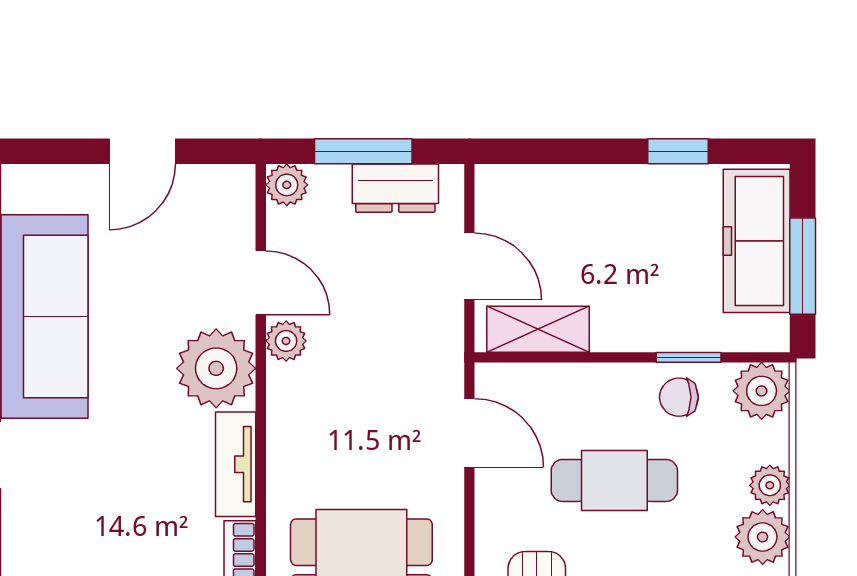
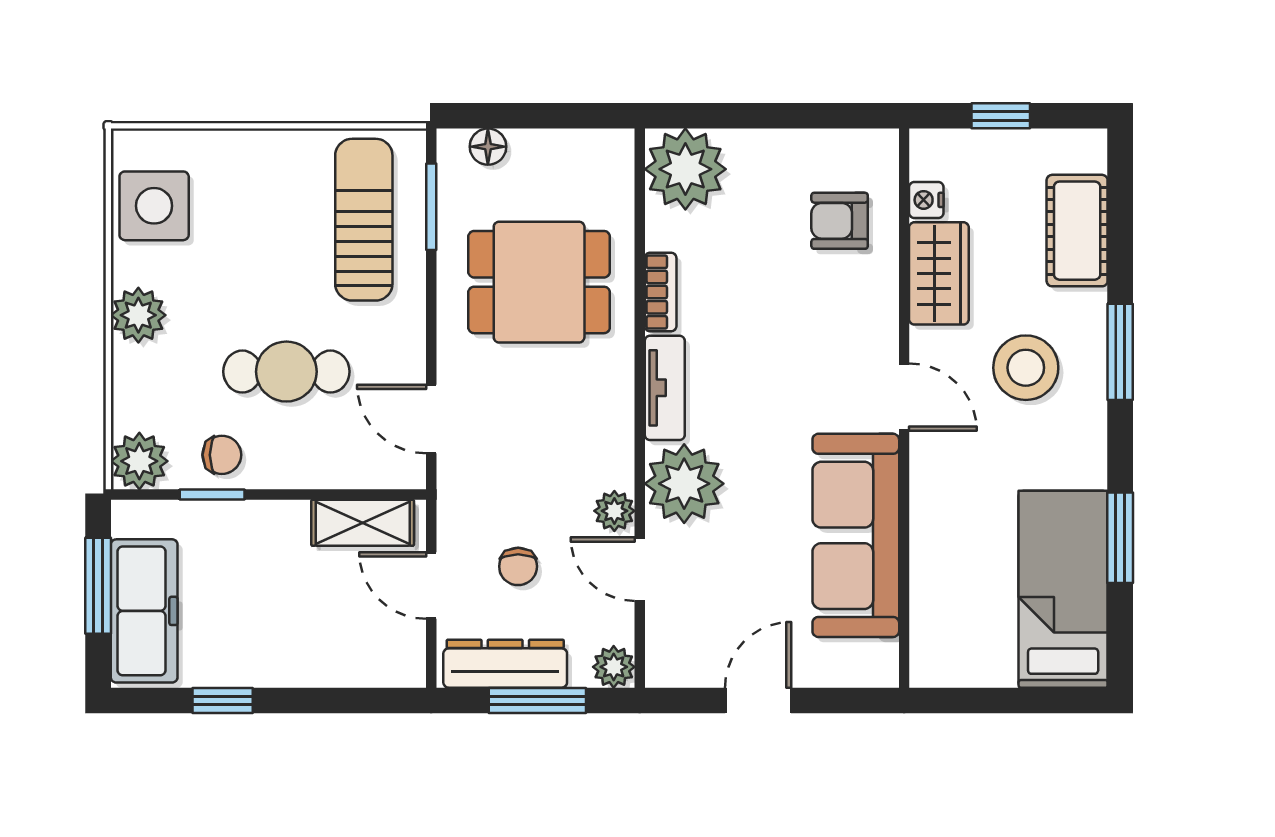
dresser: (395, 188) -> (505, 664), width x1.44
chair: (382, 285) -> (518, 566), added
plant: (770, 485) -> (131, 367), removed

